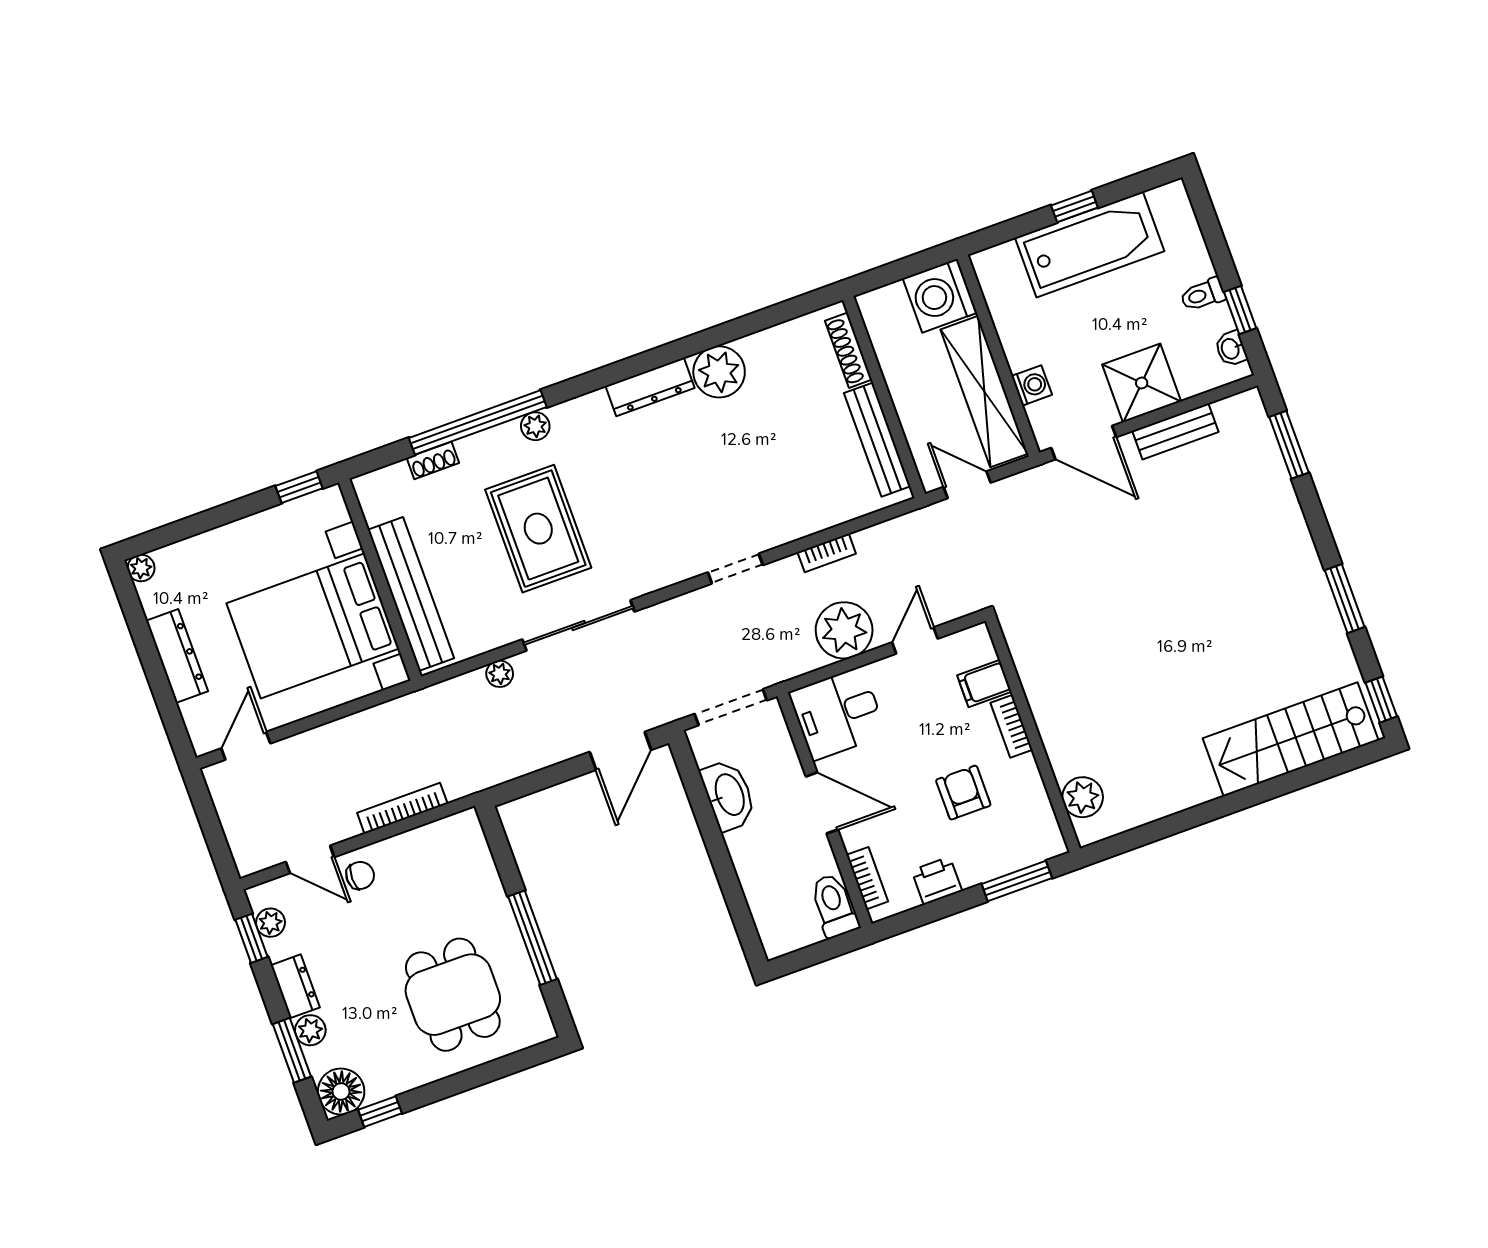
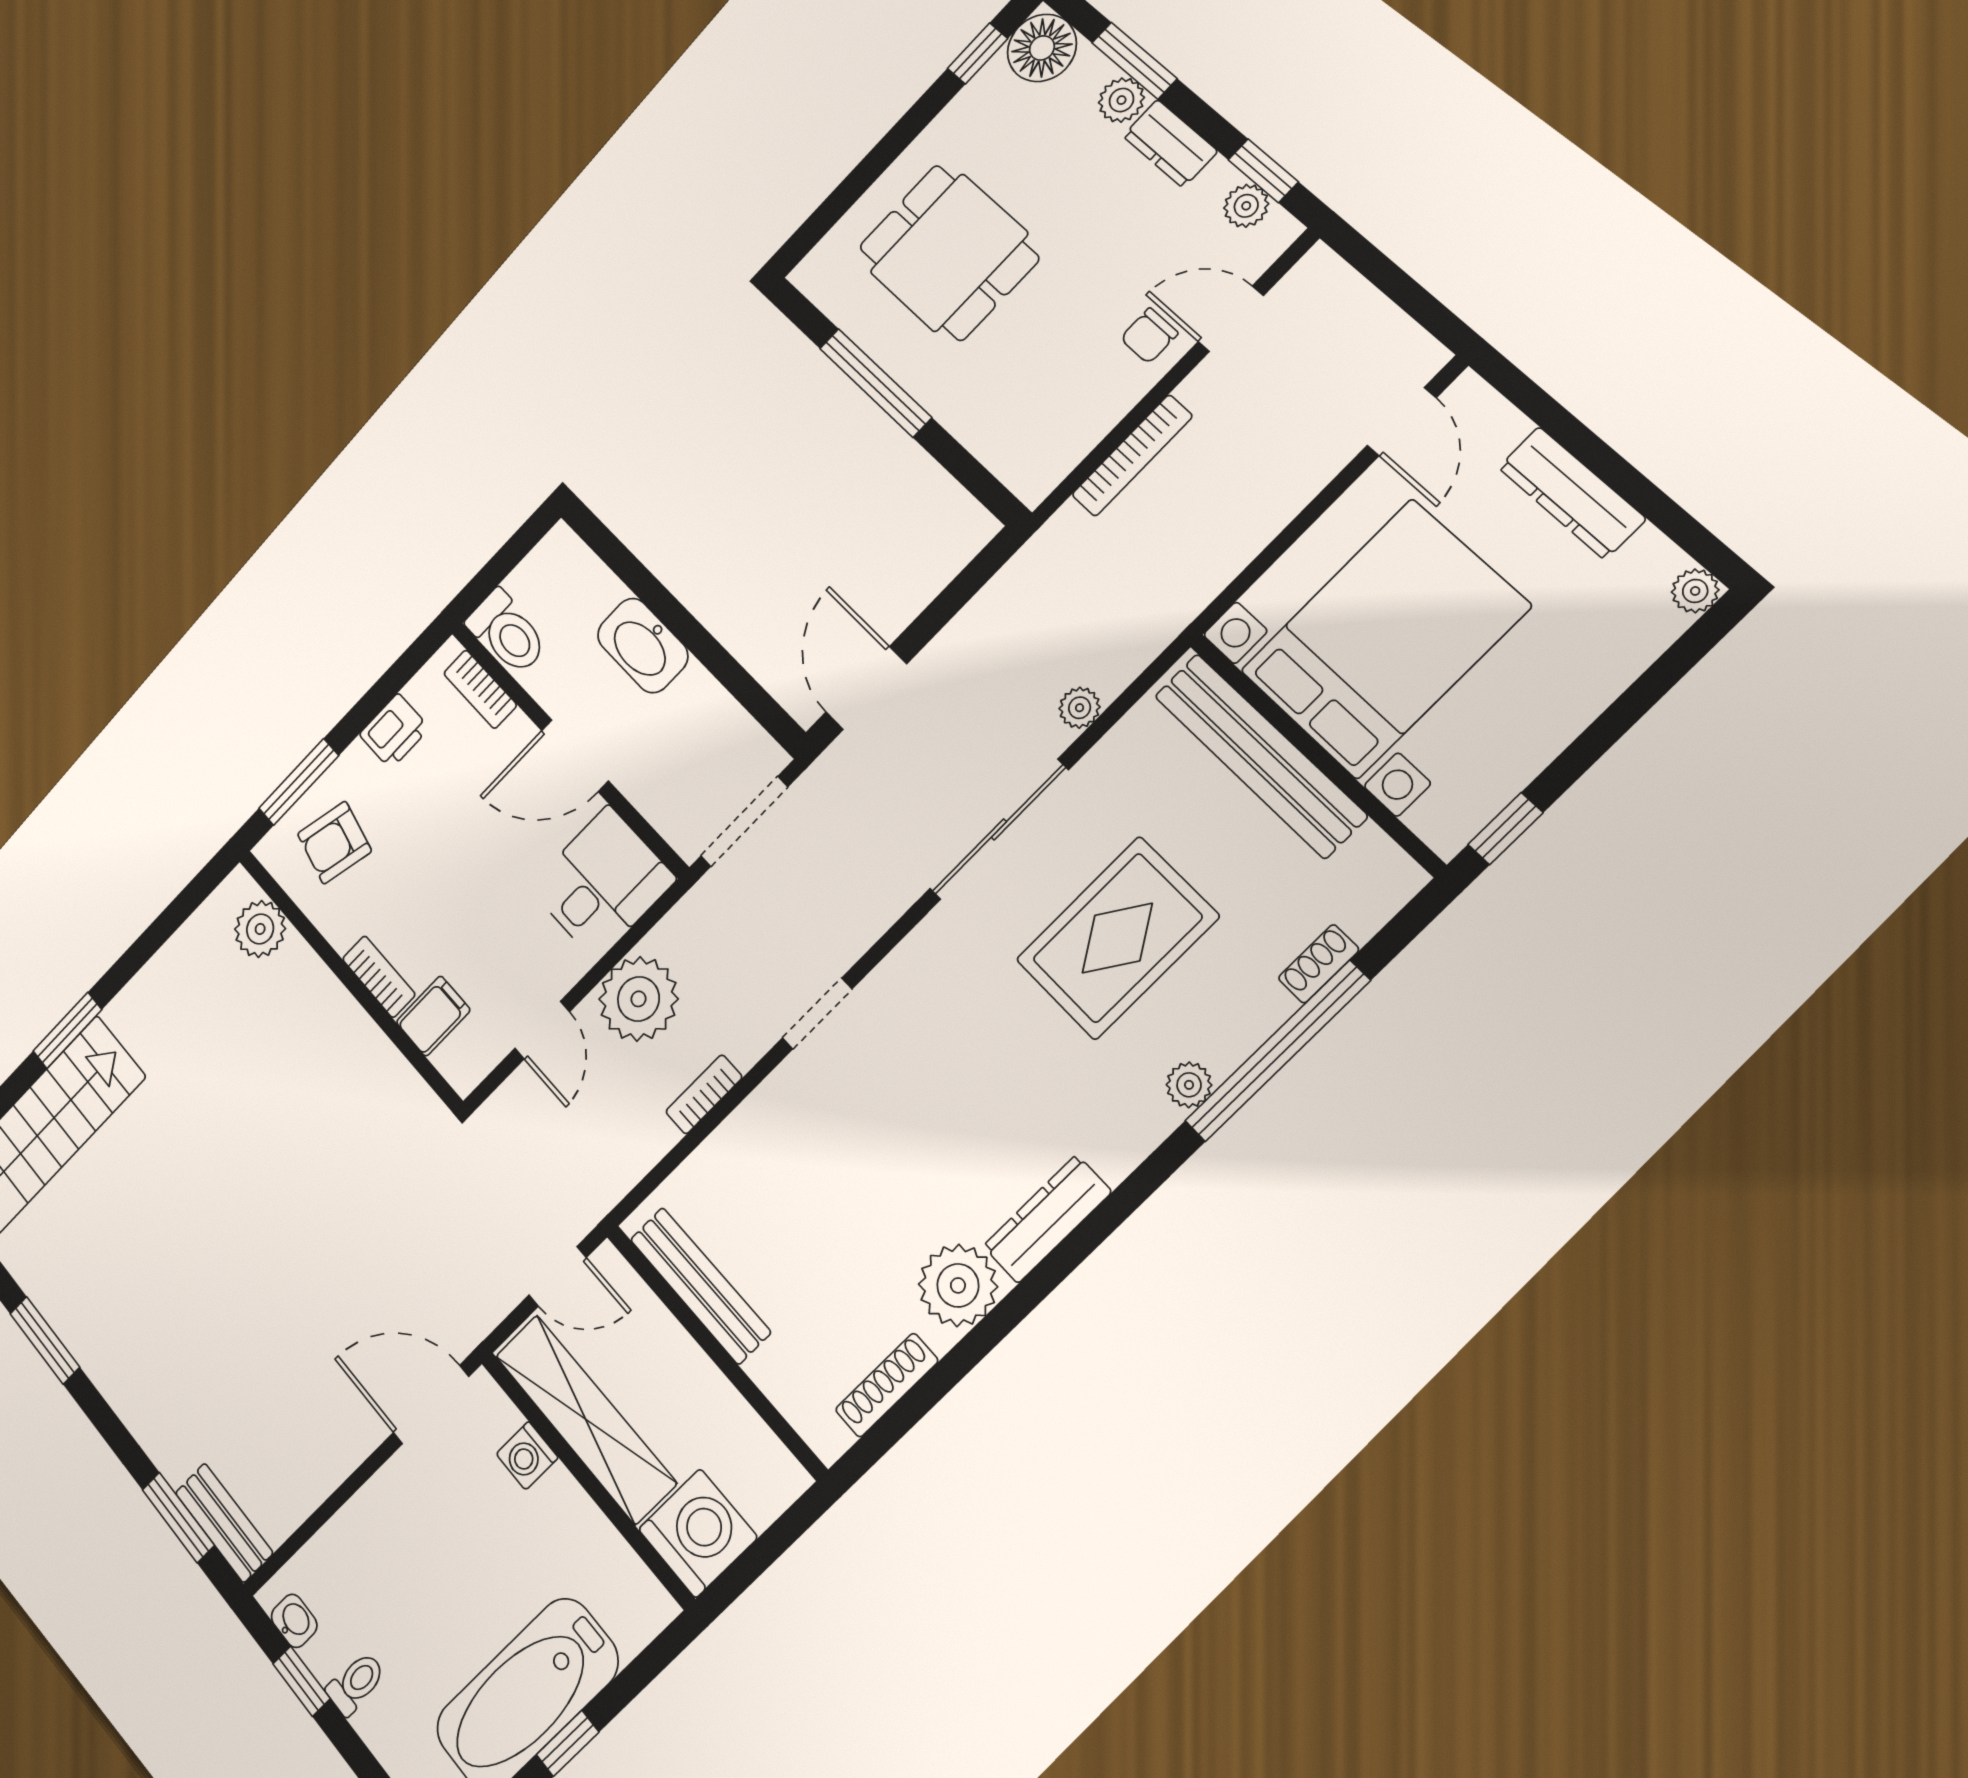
shoe rack: (848, 350) -> (887, 1385), moved, turned -90
shower: (1142, 383) -> (388, 1522), removed
bench: (1175, 431) -> (224, 1523), moved, turned 90
rug: (538, 529) -> (1117, 938), turned 90
armchair: (963, 793) -> (334, 843), moved, turned 103
washbasin: (729, 795) -> (643, 645), moved
window: (1250, 797) -> (67, 1030), added

